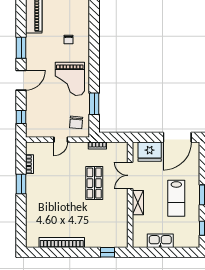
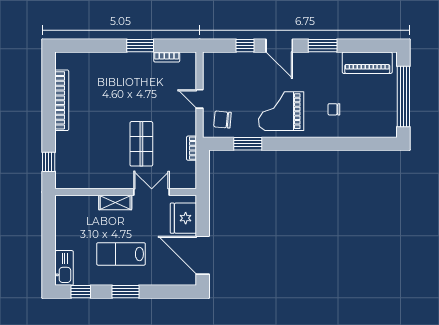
window: (21, 117) -> (245, 46), moved
shop shelf: (94, 183) -> (141, 144), turned 90
kitchen sink: (160, 241) -> (64, 268), moved

